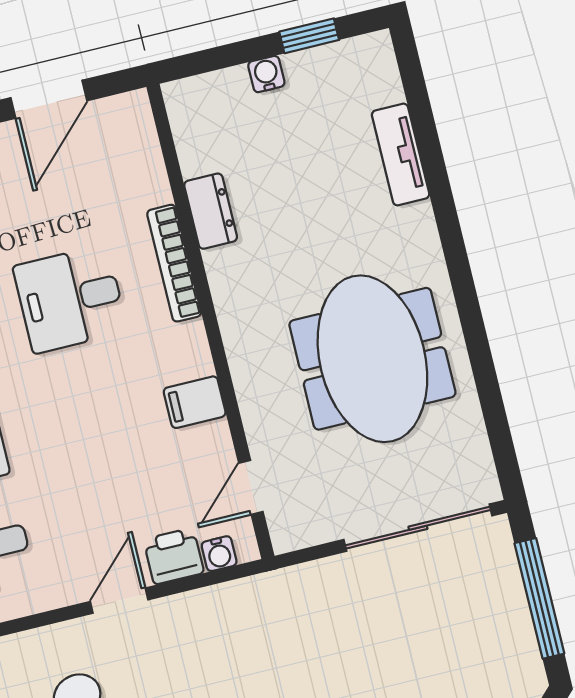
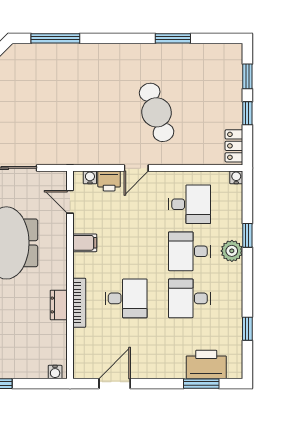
water cooler: (266, 74) -> (55, 372), moved
dresser: (211, 211) -> (59, 305), moved
door: (251, 487) -> (70, 202), swing flipped

